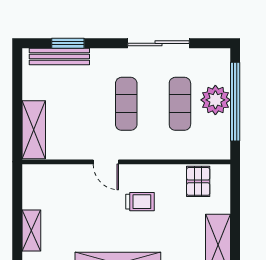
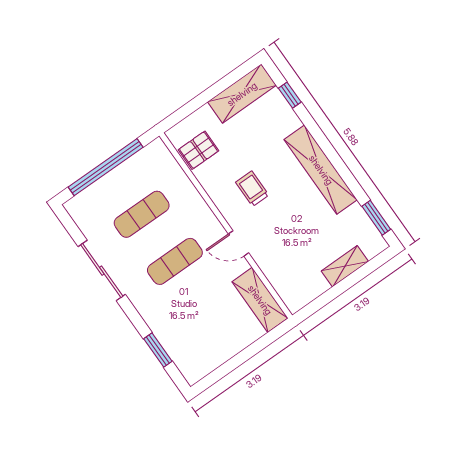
bench: (59, 56) -> (175, 349), removed
plant: (215, 100) -> (116, 185), removed
shelving: (34, 130) -> (260, 300), moved, turned 90
door: (106, 162) -> (238, 243), swing flipped

